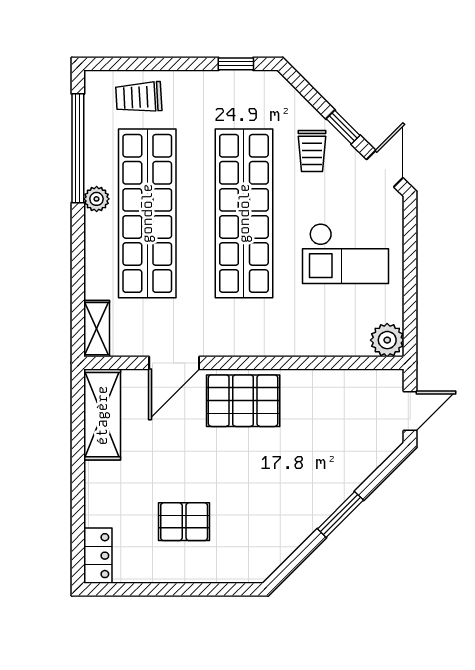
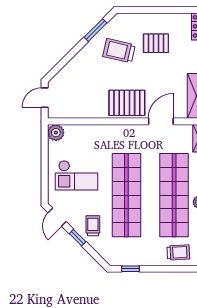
checkout: (345, 254) -> (76, 175), turned 180
trolley: (259, 506) -> (119, 51), added
window: (340, 515) -> (95, 30), moved

